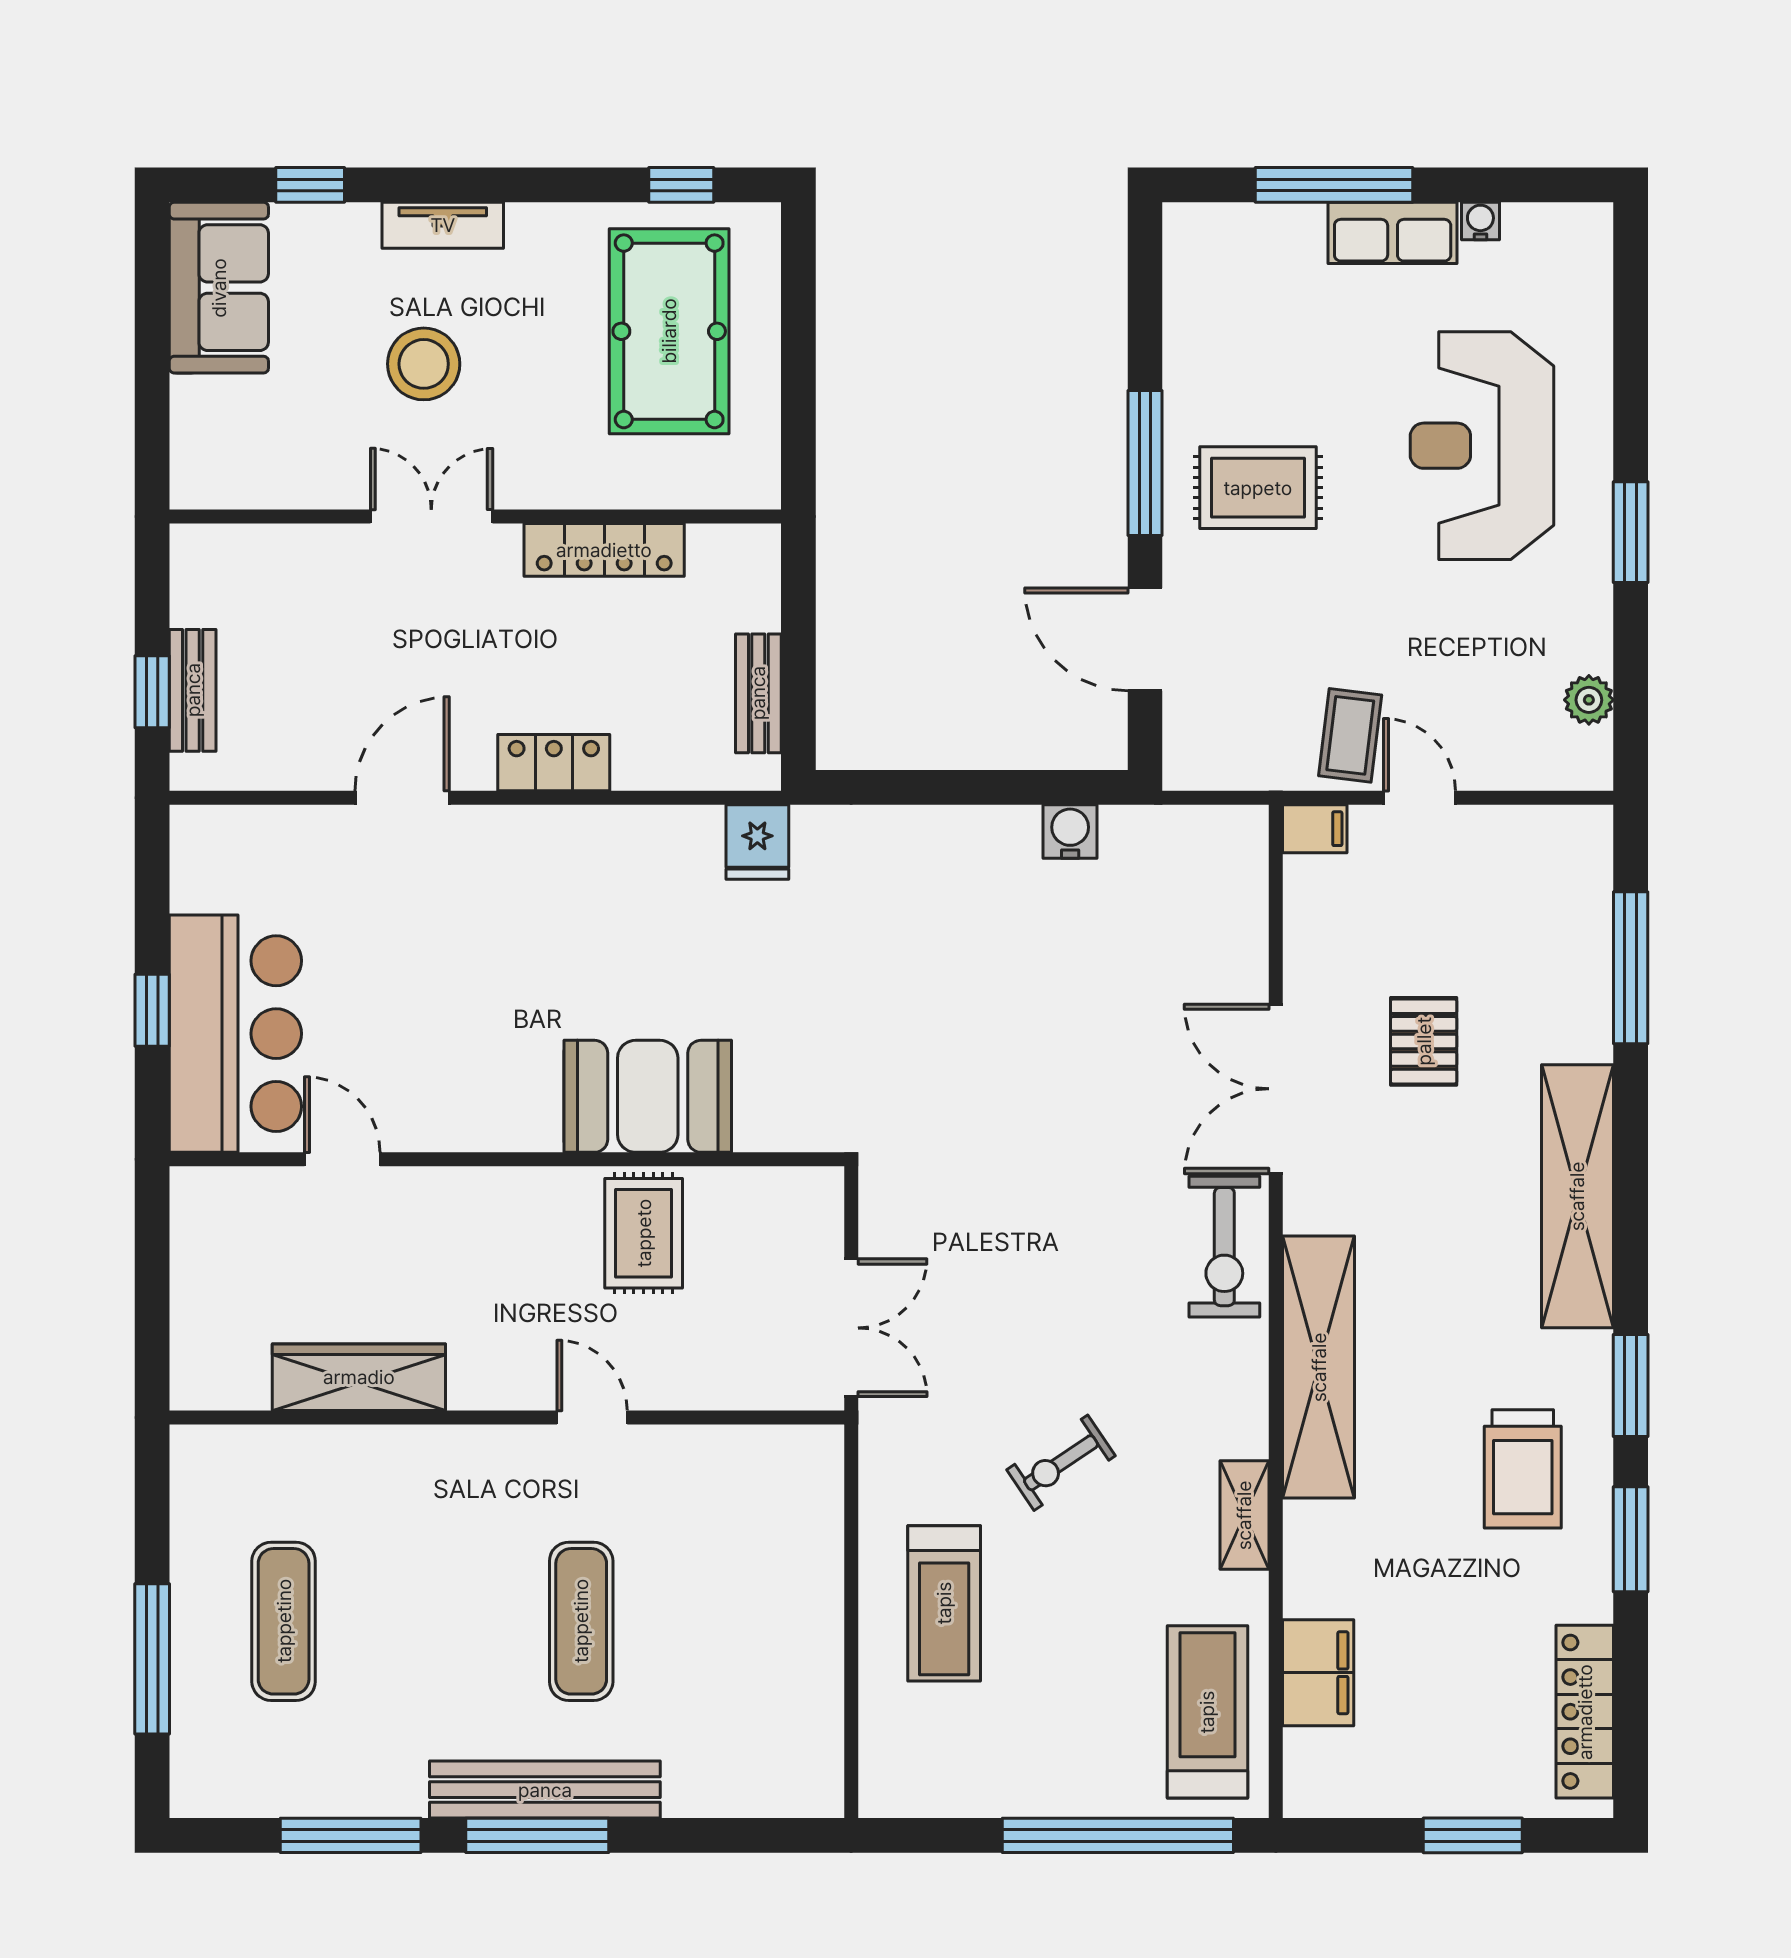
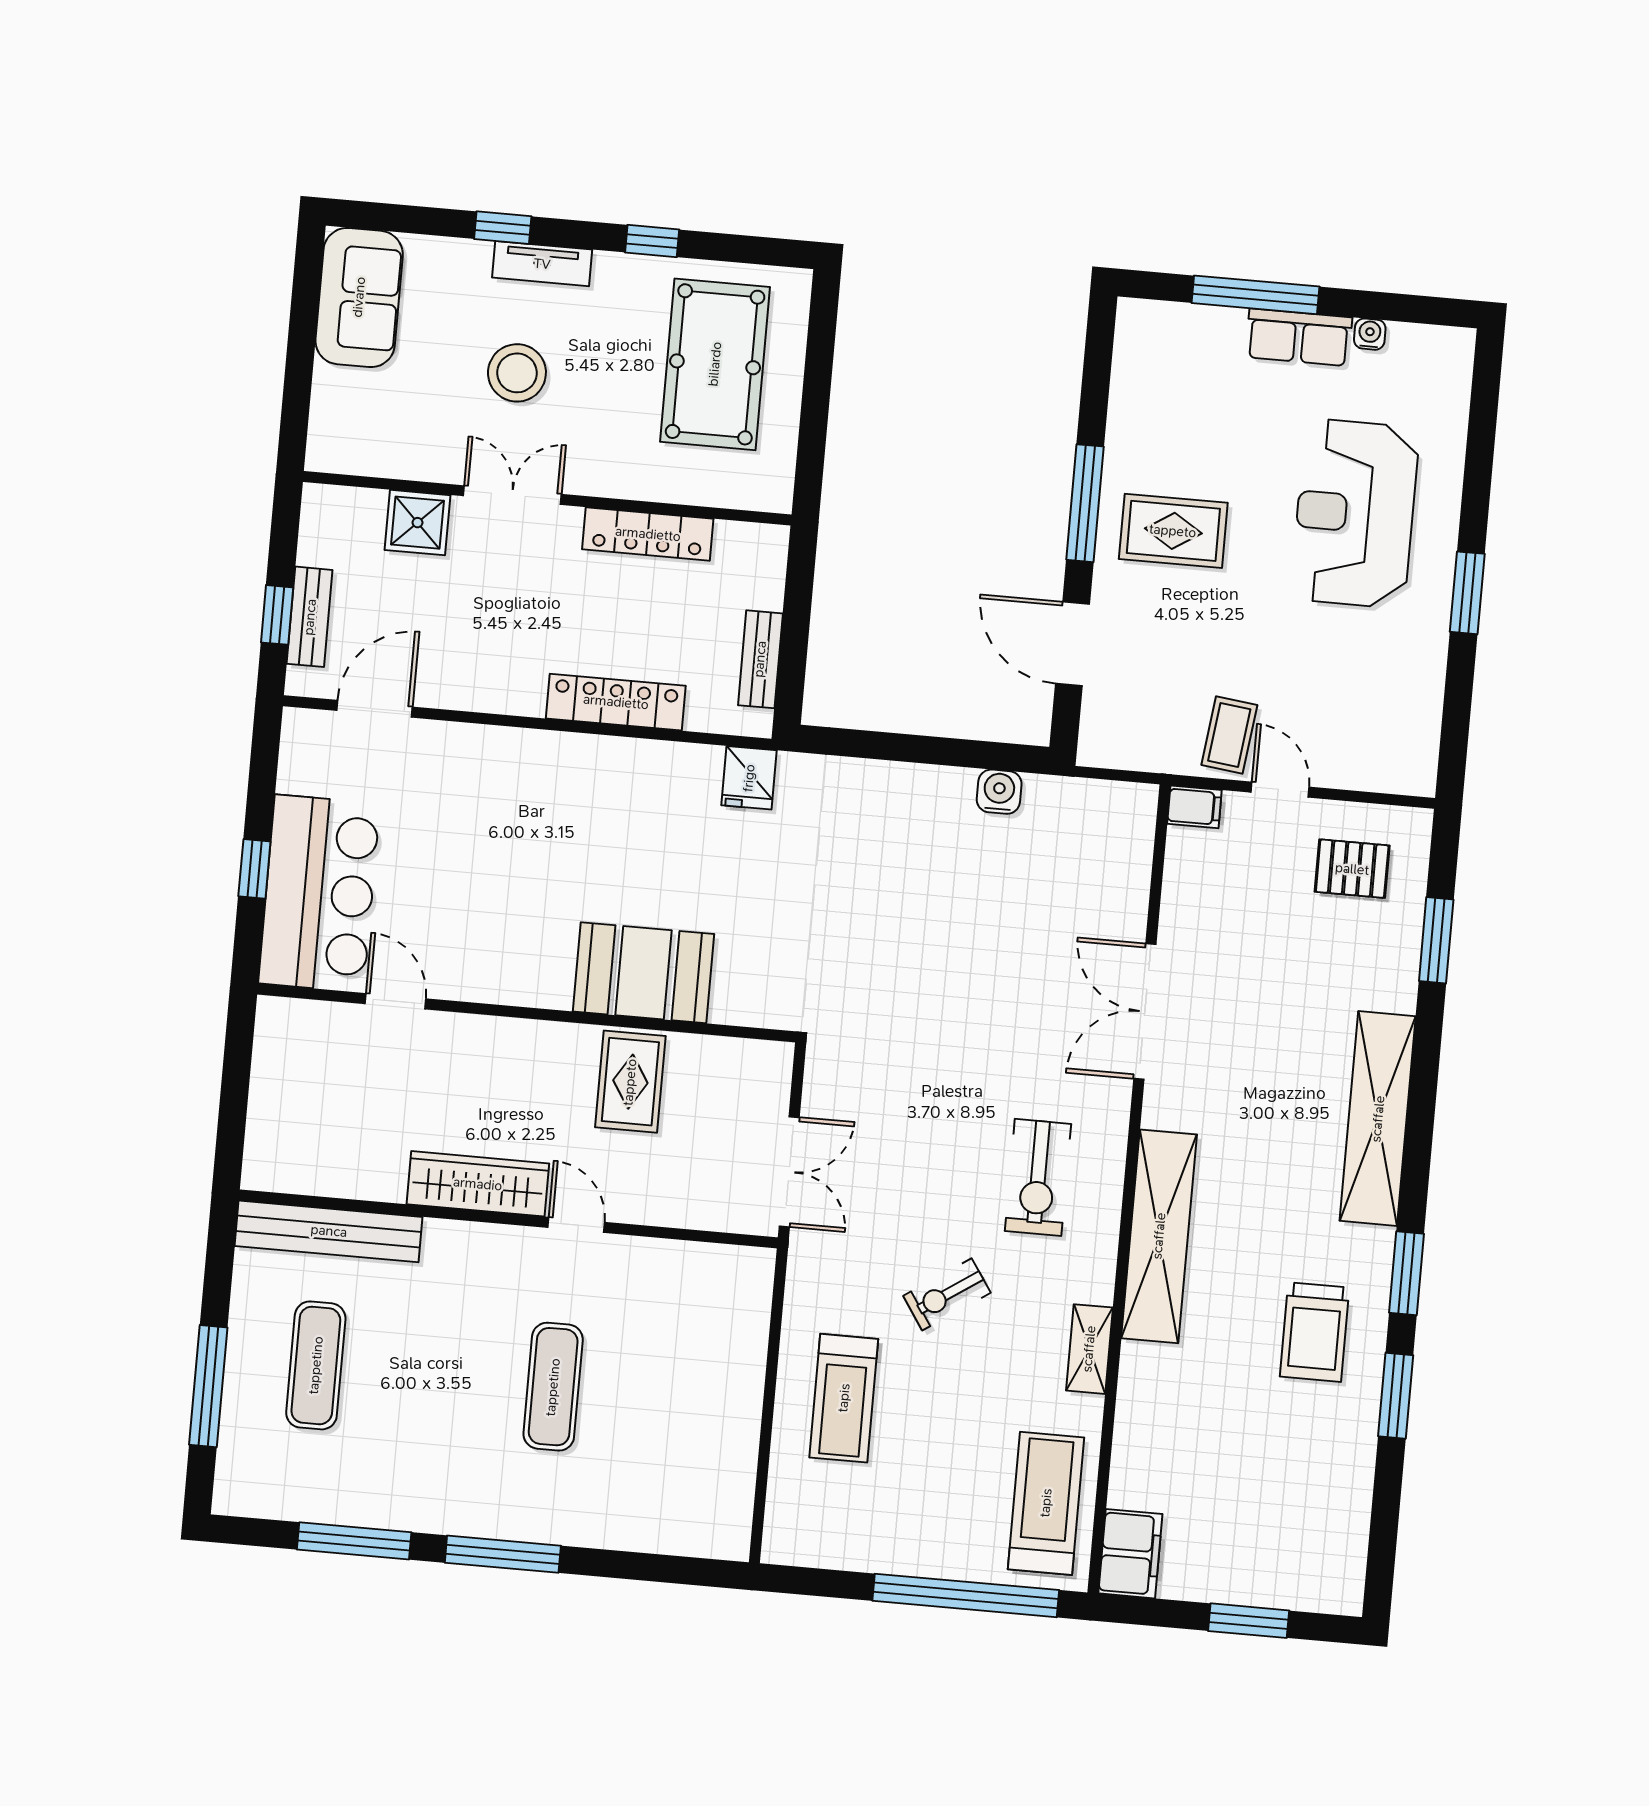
window: (310, 185) -> (503, 228), moved
window: (681, 185) -> (652, 241), moved
shower: (317, 561) -> (417, 523), added
plant: (1589, 700) -> (1422, 724), removed
locker: (554, 763) -> (616, 702), width x1.53
door: (402, 798) -> (375, 709), moved
window: (1631, 968) -> (1436, 940), width x0.69
pallet: (1424, 1041) -> (1352, 869), moved, turned 90
exercise bike: (1224, 1247) -> (1038, 1177), moved
wardrobe: (359, 1377) -> (478, 1184), moved
filing cabinet: (1318, 1673) -> (1130, 1554), moved
locker: (1585, 1712) -> (1347, 1530), removed
bench: (545, 1790) -> (329, 1231), moved

